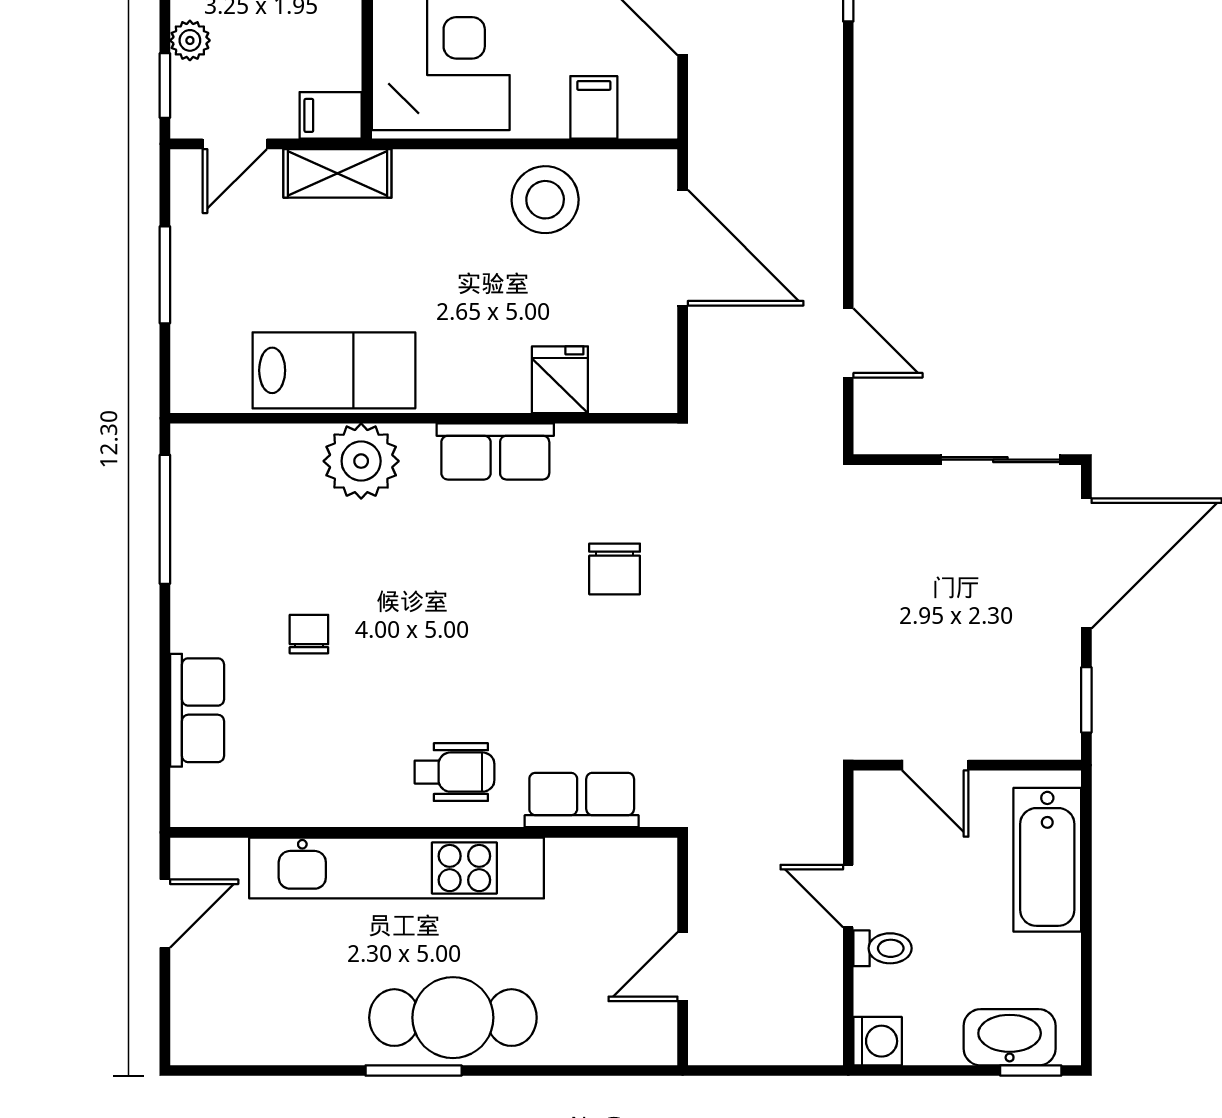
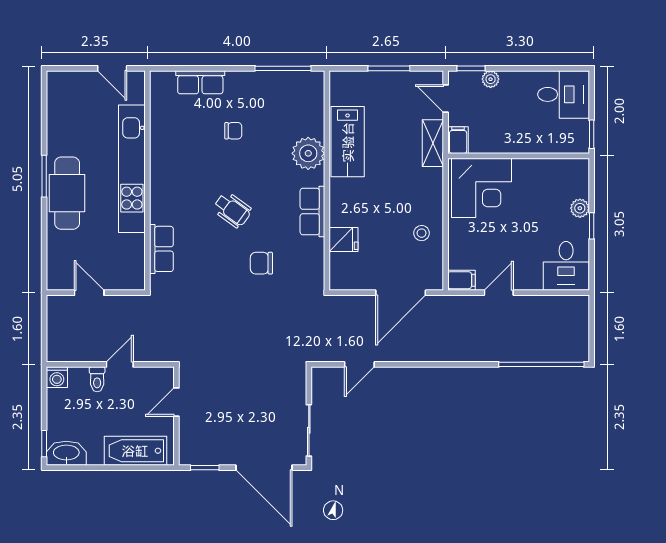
filing cabinet: (594, 107) -> (462, 280), moved
stool: (545, 200) -> (422, 233), width x0.53, depth x0.53
wheelchair: (455, 772) -> (232, 210), moved, turned -54
washbasin: (1010, 1037) -> (66, 453), moved, turned -90

